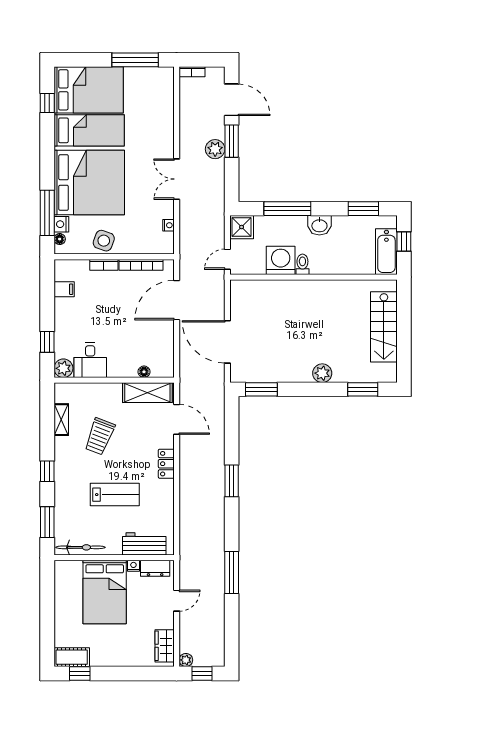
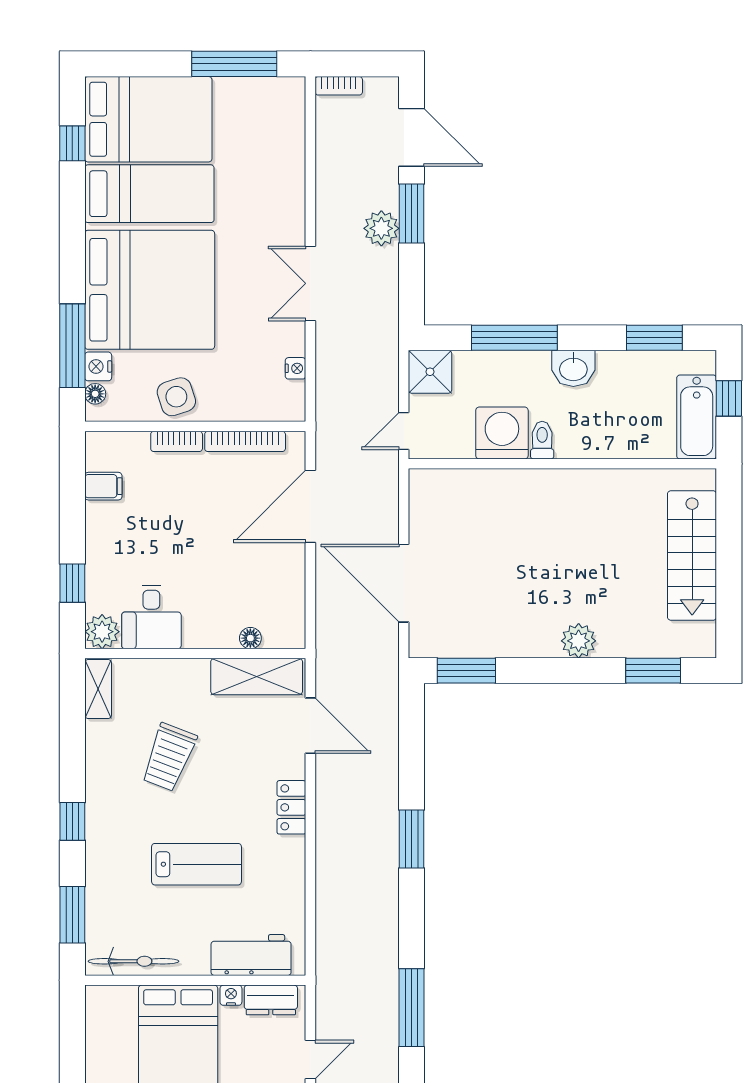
side table: (104, 241) -> (176, 397), turned -38
shelving: (61, 420) -> (98, 689), moved

